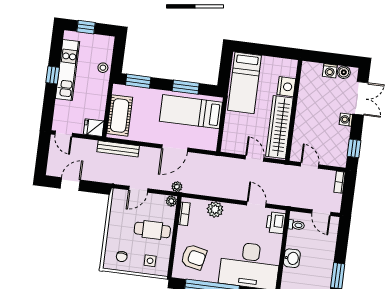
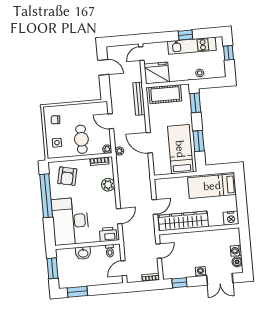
nightstand: (286, 87) -> (231, 218), moved
fridge: (94, 128) -> (157, 73), width x1.88, depth x1.34

